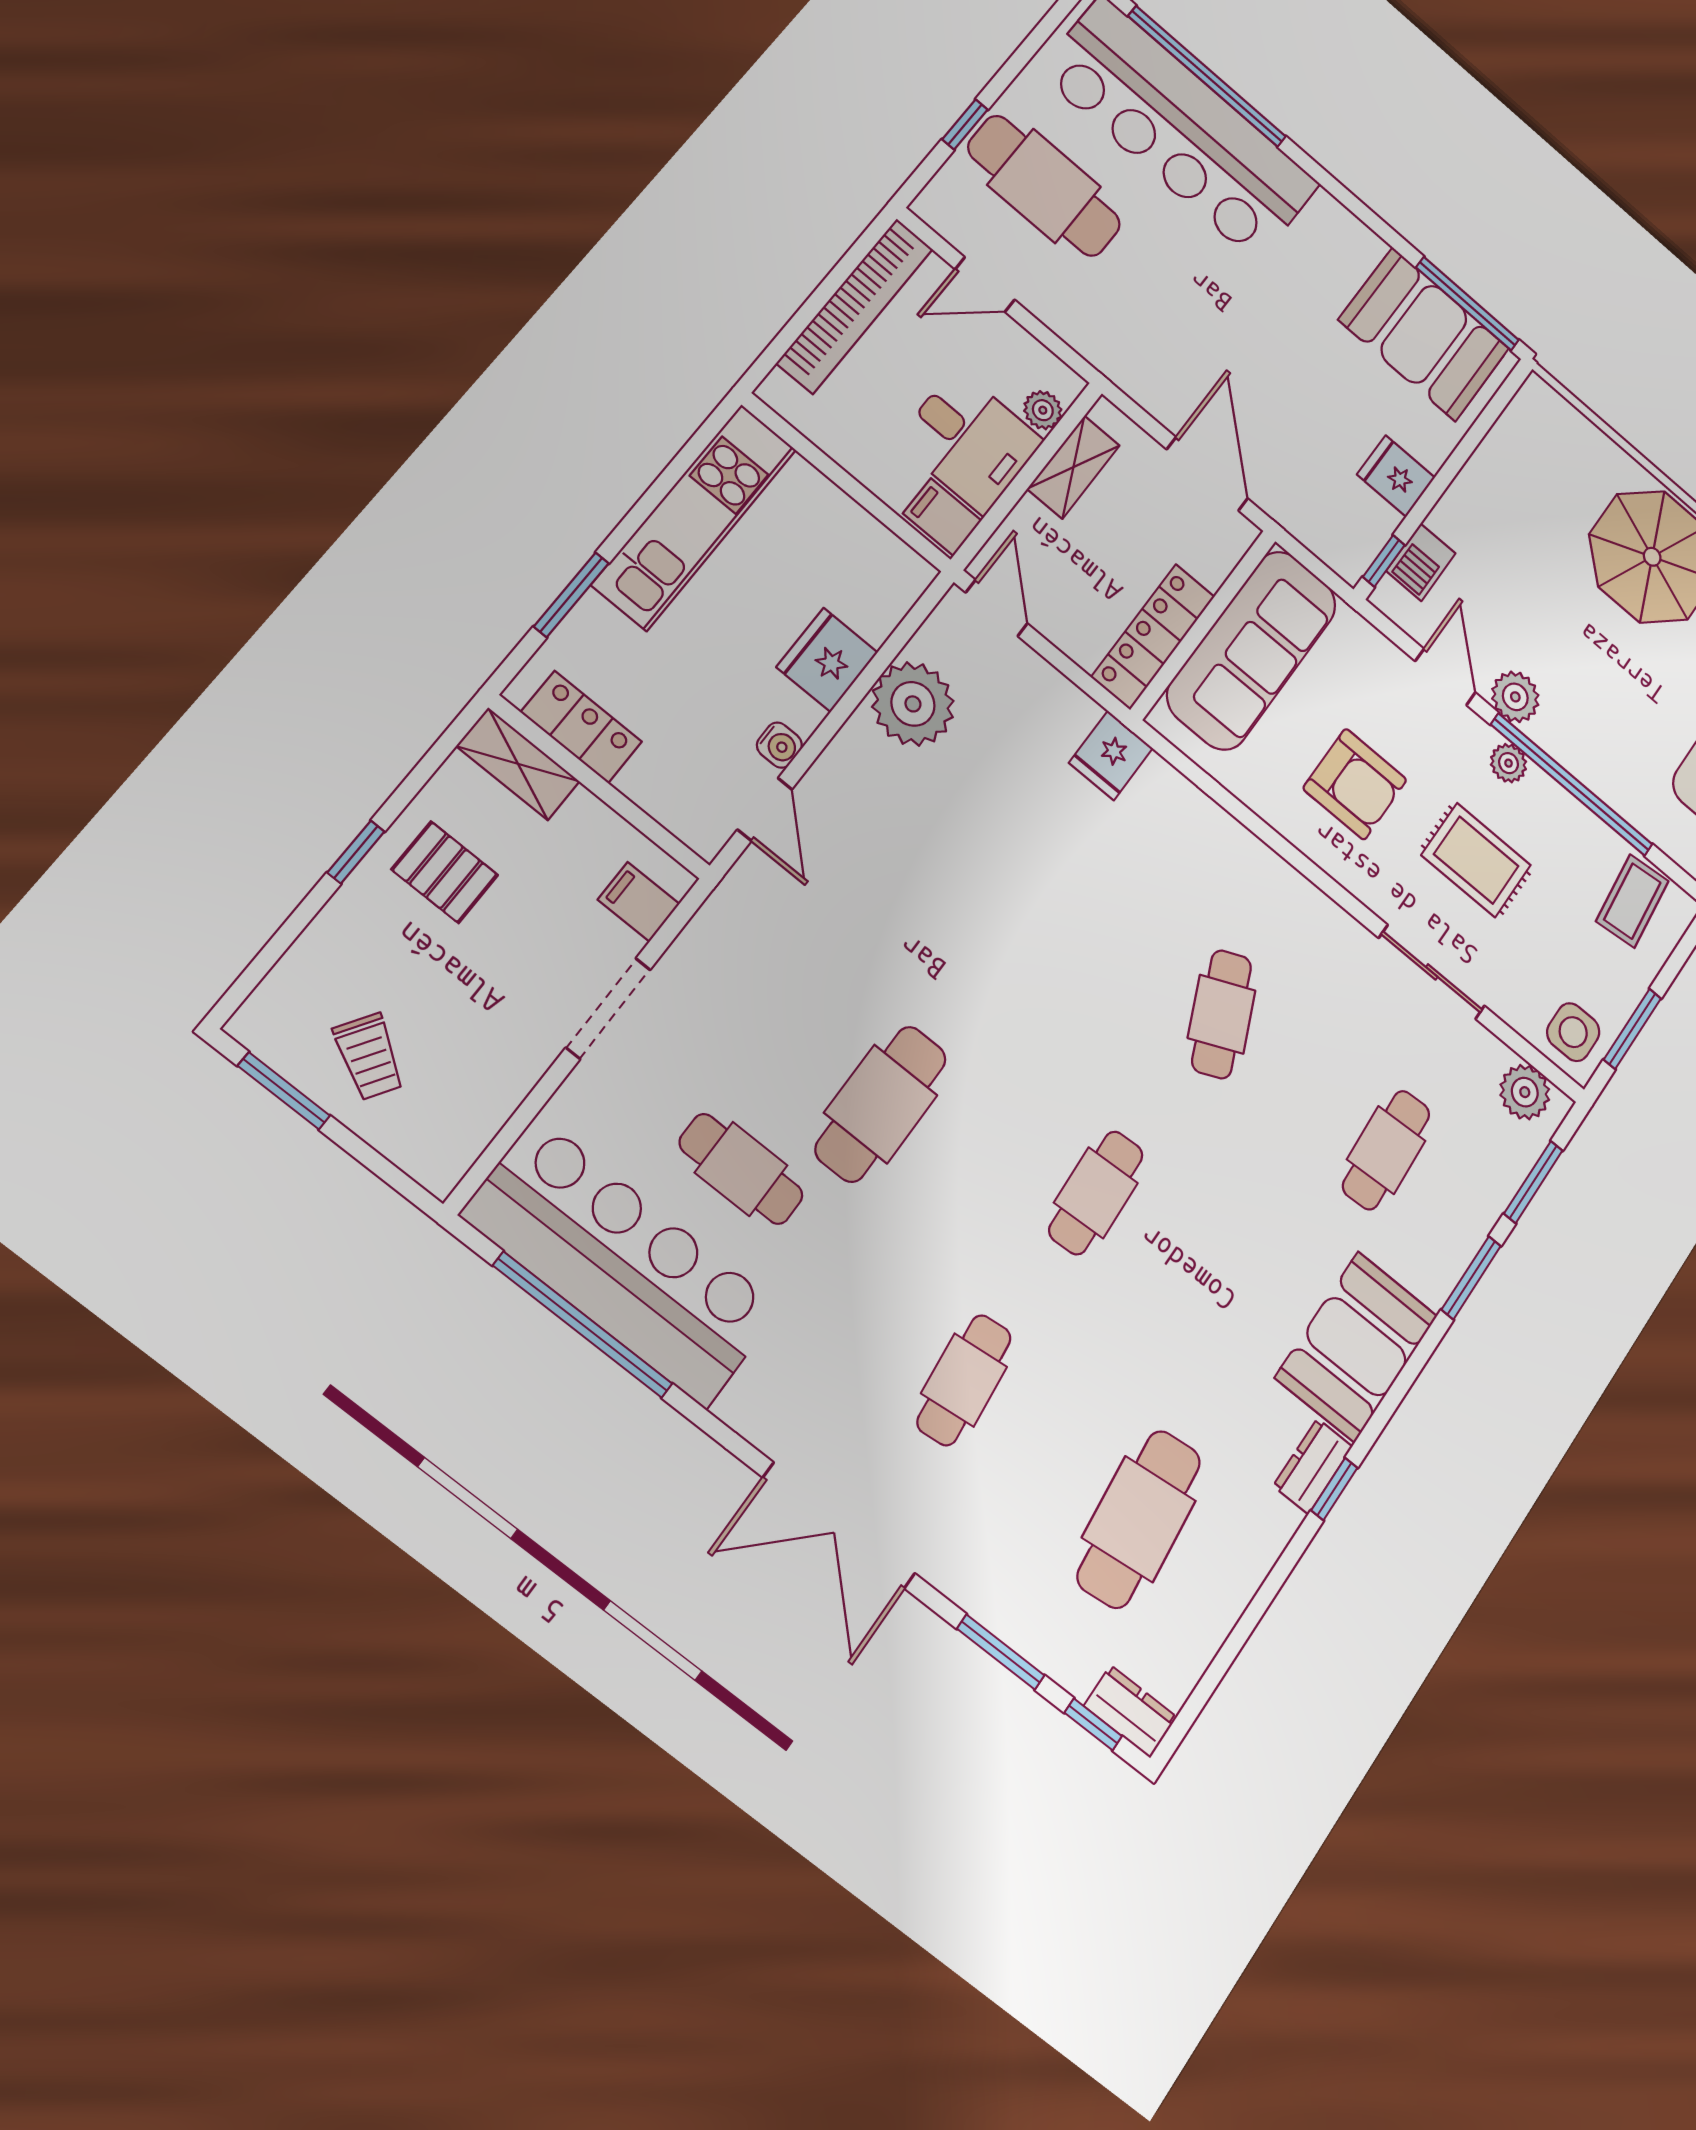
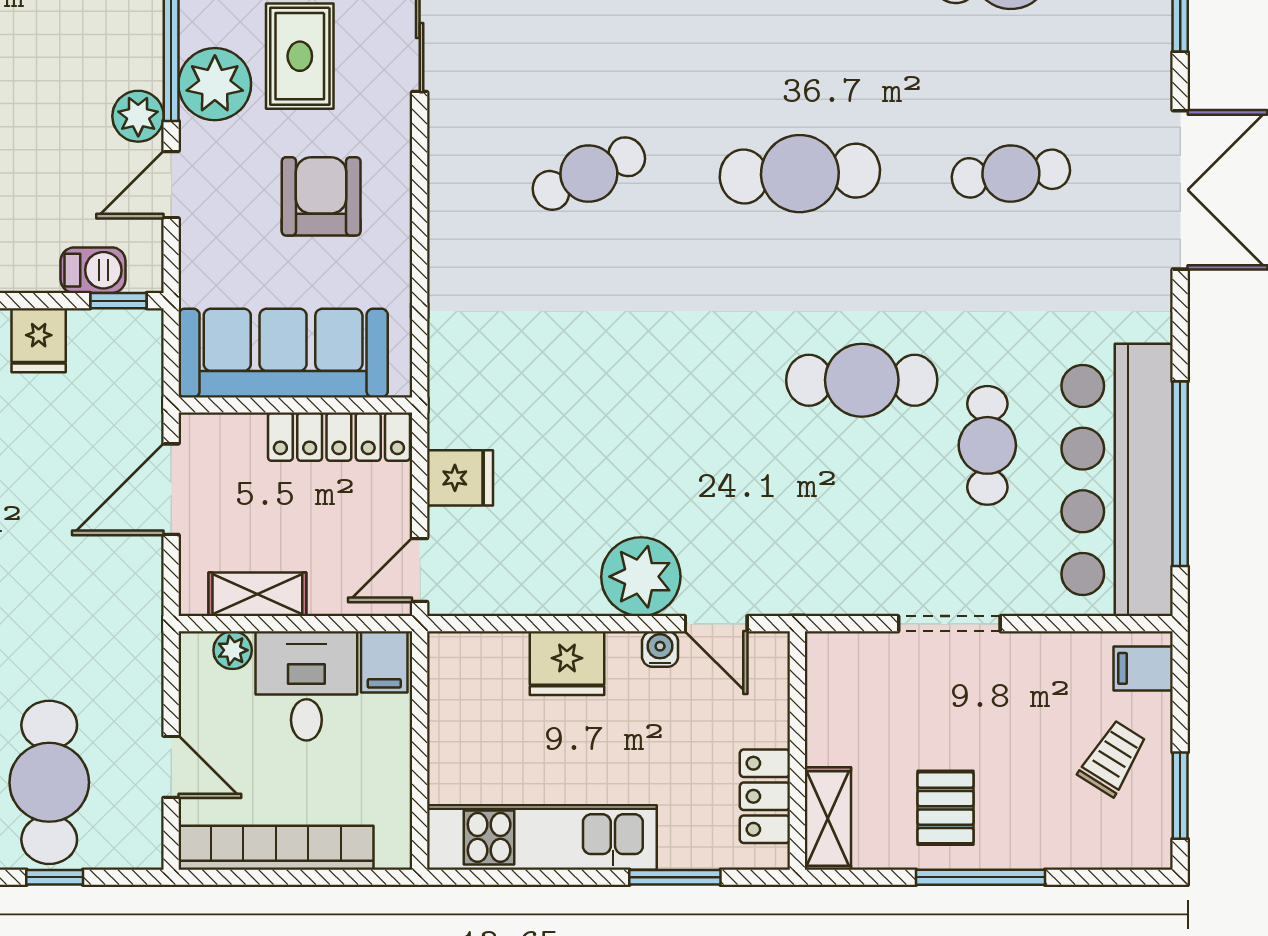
plant: (913, 704) -> (641, 577), moved
fridge: (1111, 755) -> (460, 478), moved
plant: (1509, 763) -> (215, 84), width x1.88, depth x1.88
door: (765, 809) -> (716, 624), swing flipped
window: (356, 852) -> (981, 877), width x2.17
filing cabinet: (639, 902) -> (1143, 668), moved, turned 90
cafe table: (1096, 1193) -> (800, 174), width x1.37, depth x1.35

